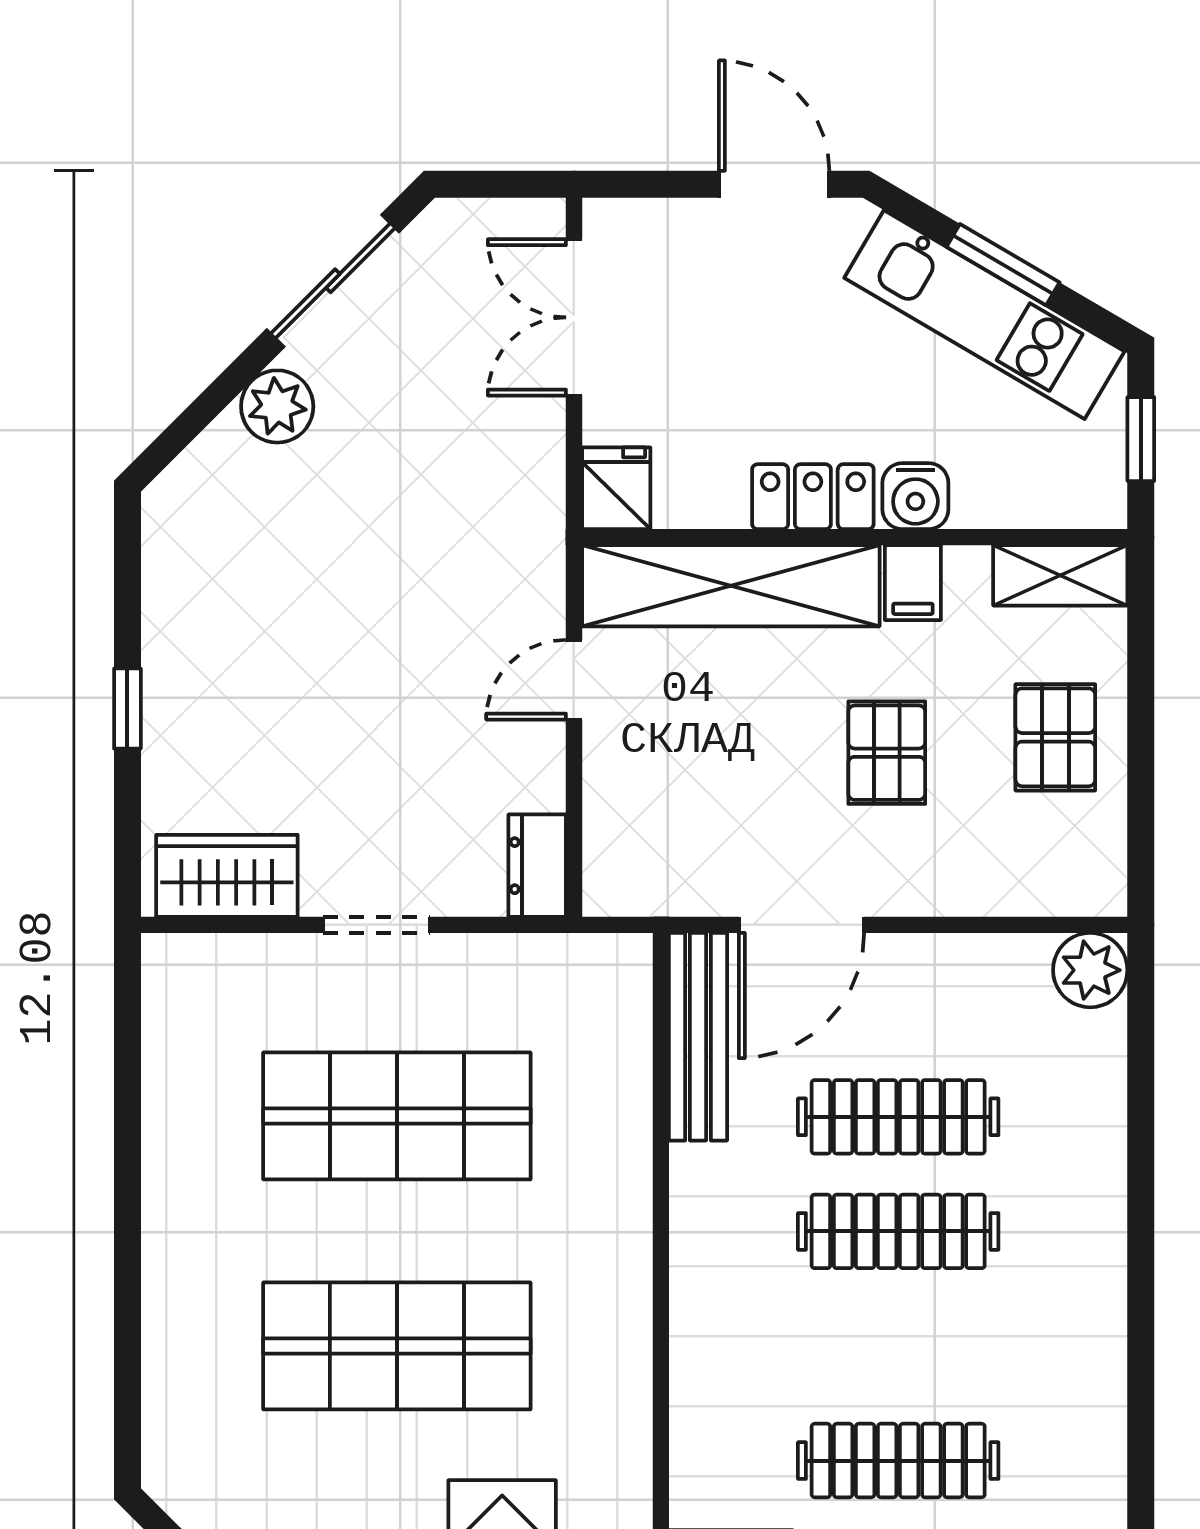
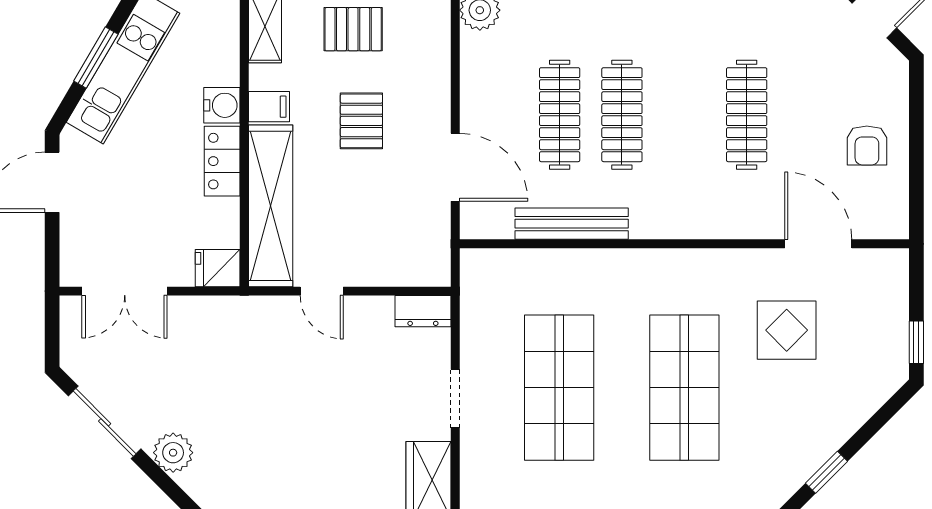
pallet: (887, 753) -> (361, 121), turned 90
bench: (698, 1037) -> (572, 224), moved

